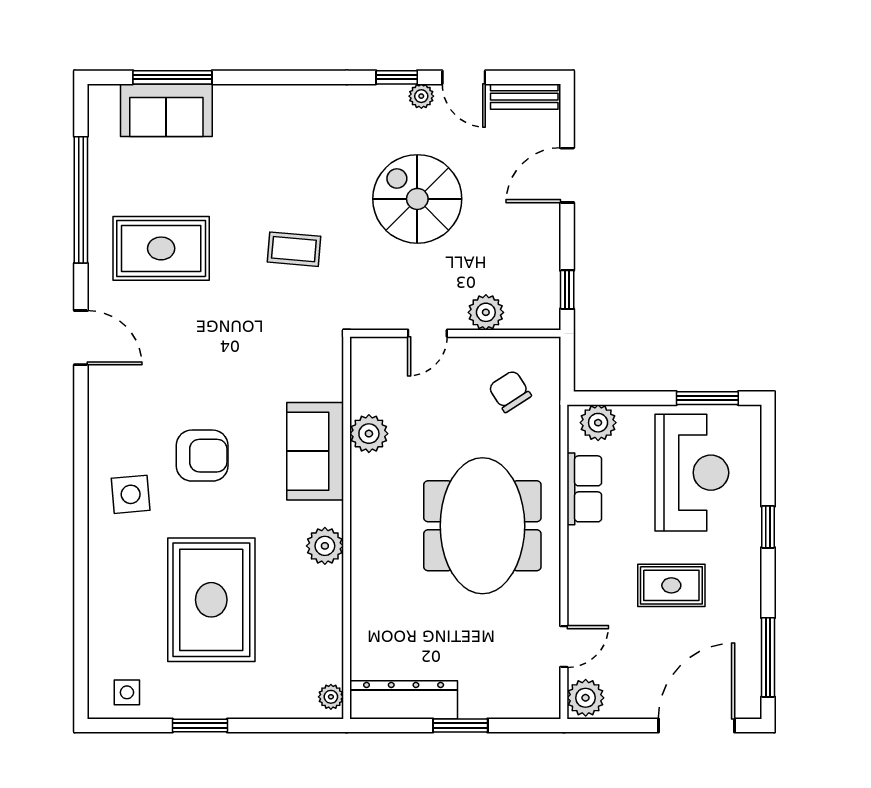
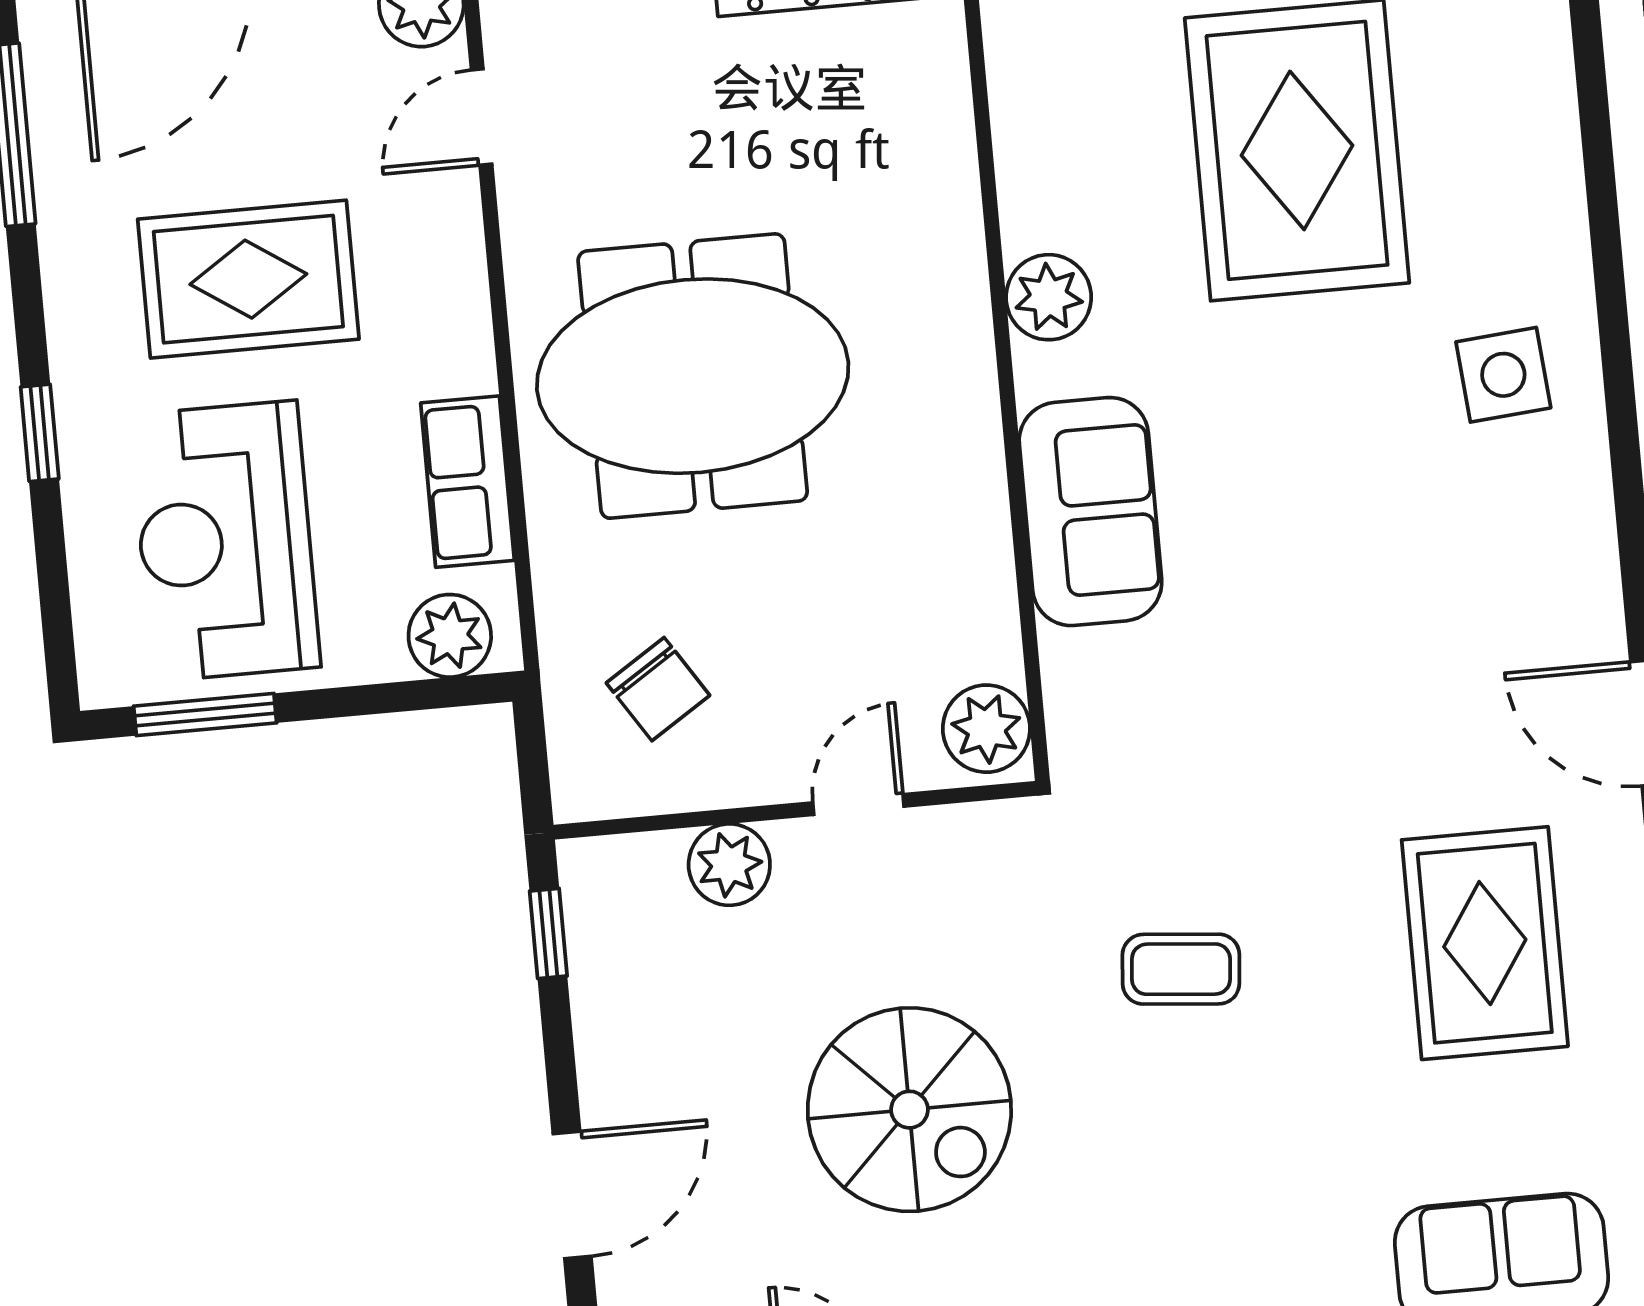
rug: (161, 248) -> (1485, 943), turned 90
plant: (369, 434) -> (986, 729), moved
armchair: (202, 456) -> (1348, 478), removed
meeting table: (482, 526) -> (693, 376), turned 90
rug: (671, 585) -> (248, 279), width x1.36, depth x1.43

